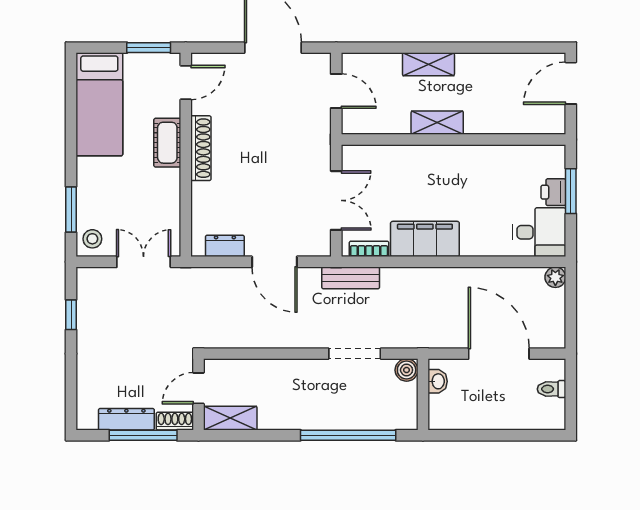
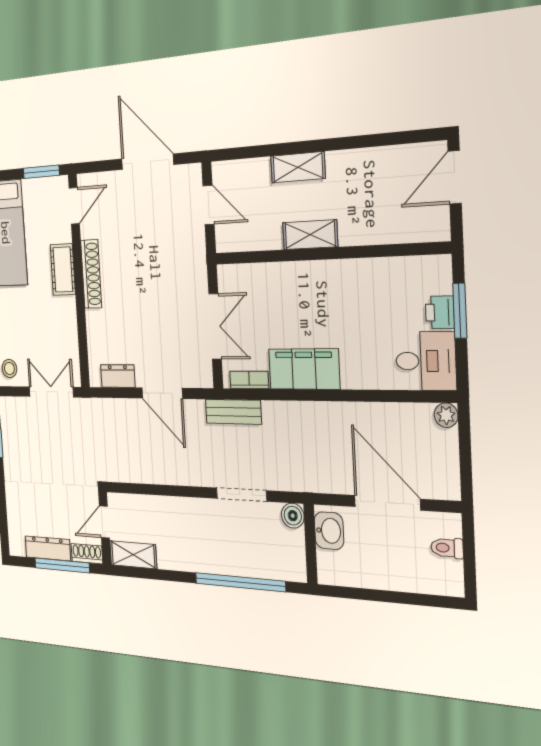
washbasin: (438, 381) -> (329, 531), width x1.38, depth x1.45

